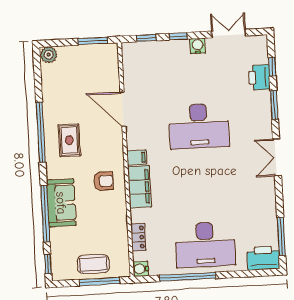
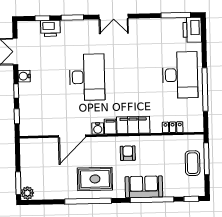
window: (93, 41) -> (18, 183), moved
rug: (69, 140) -> (95, 179), width x1.36, depth x1.43
water cooler: (141, 269) -> (98, 128), moved

